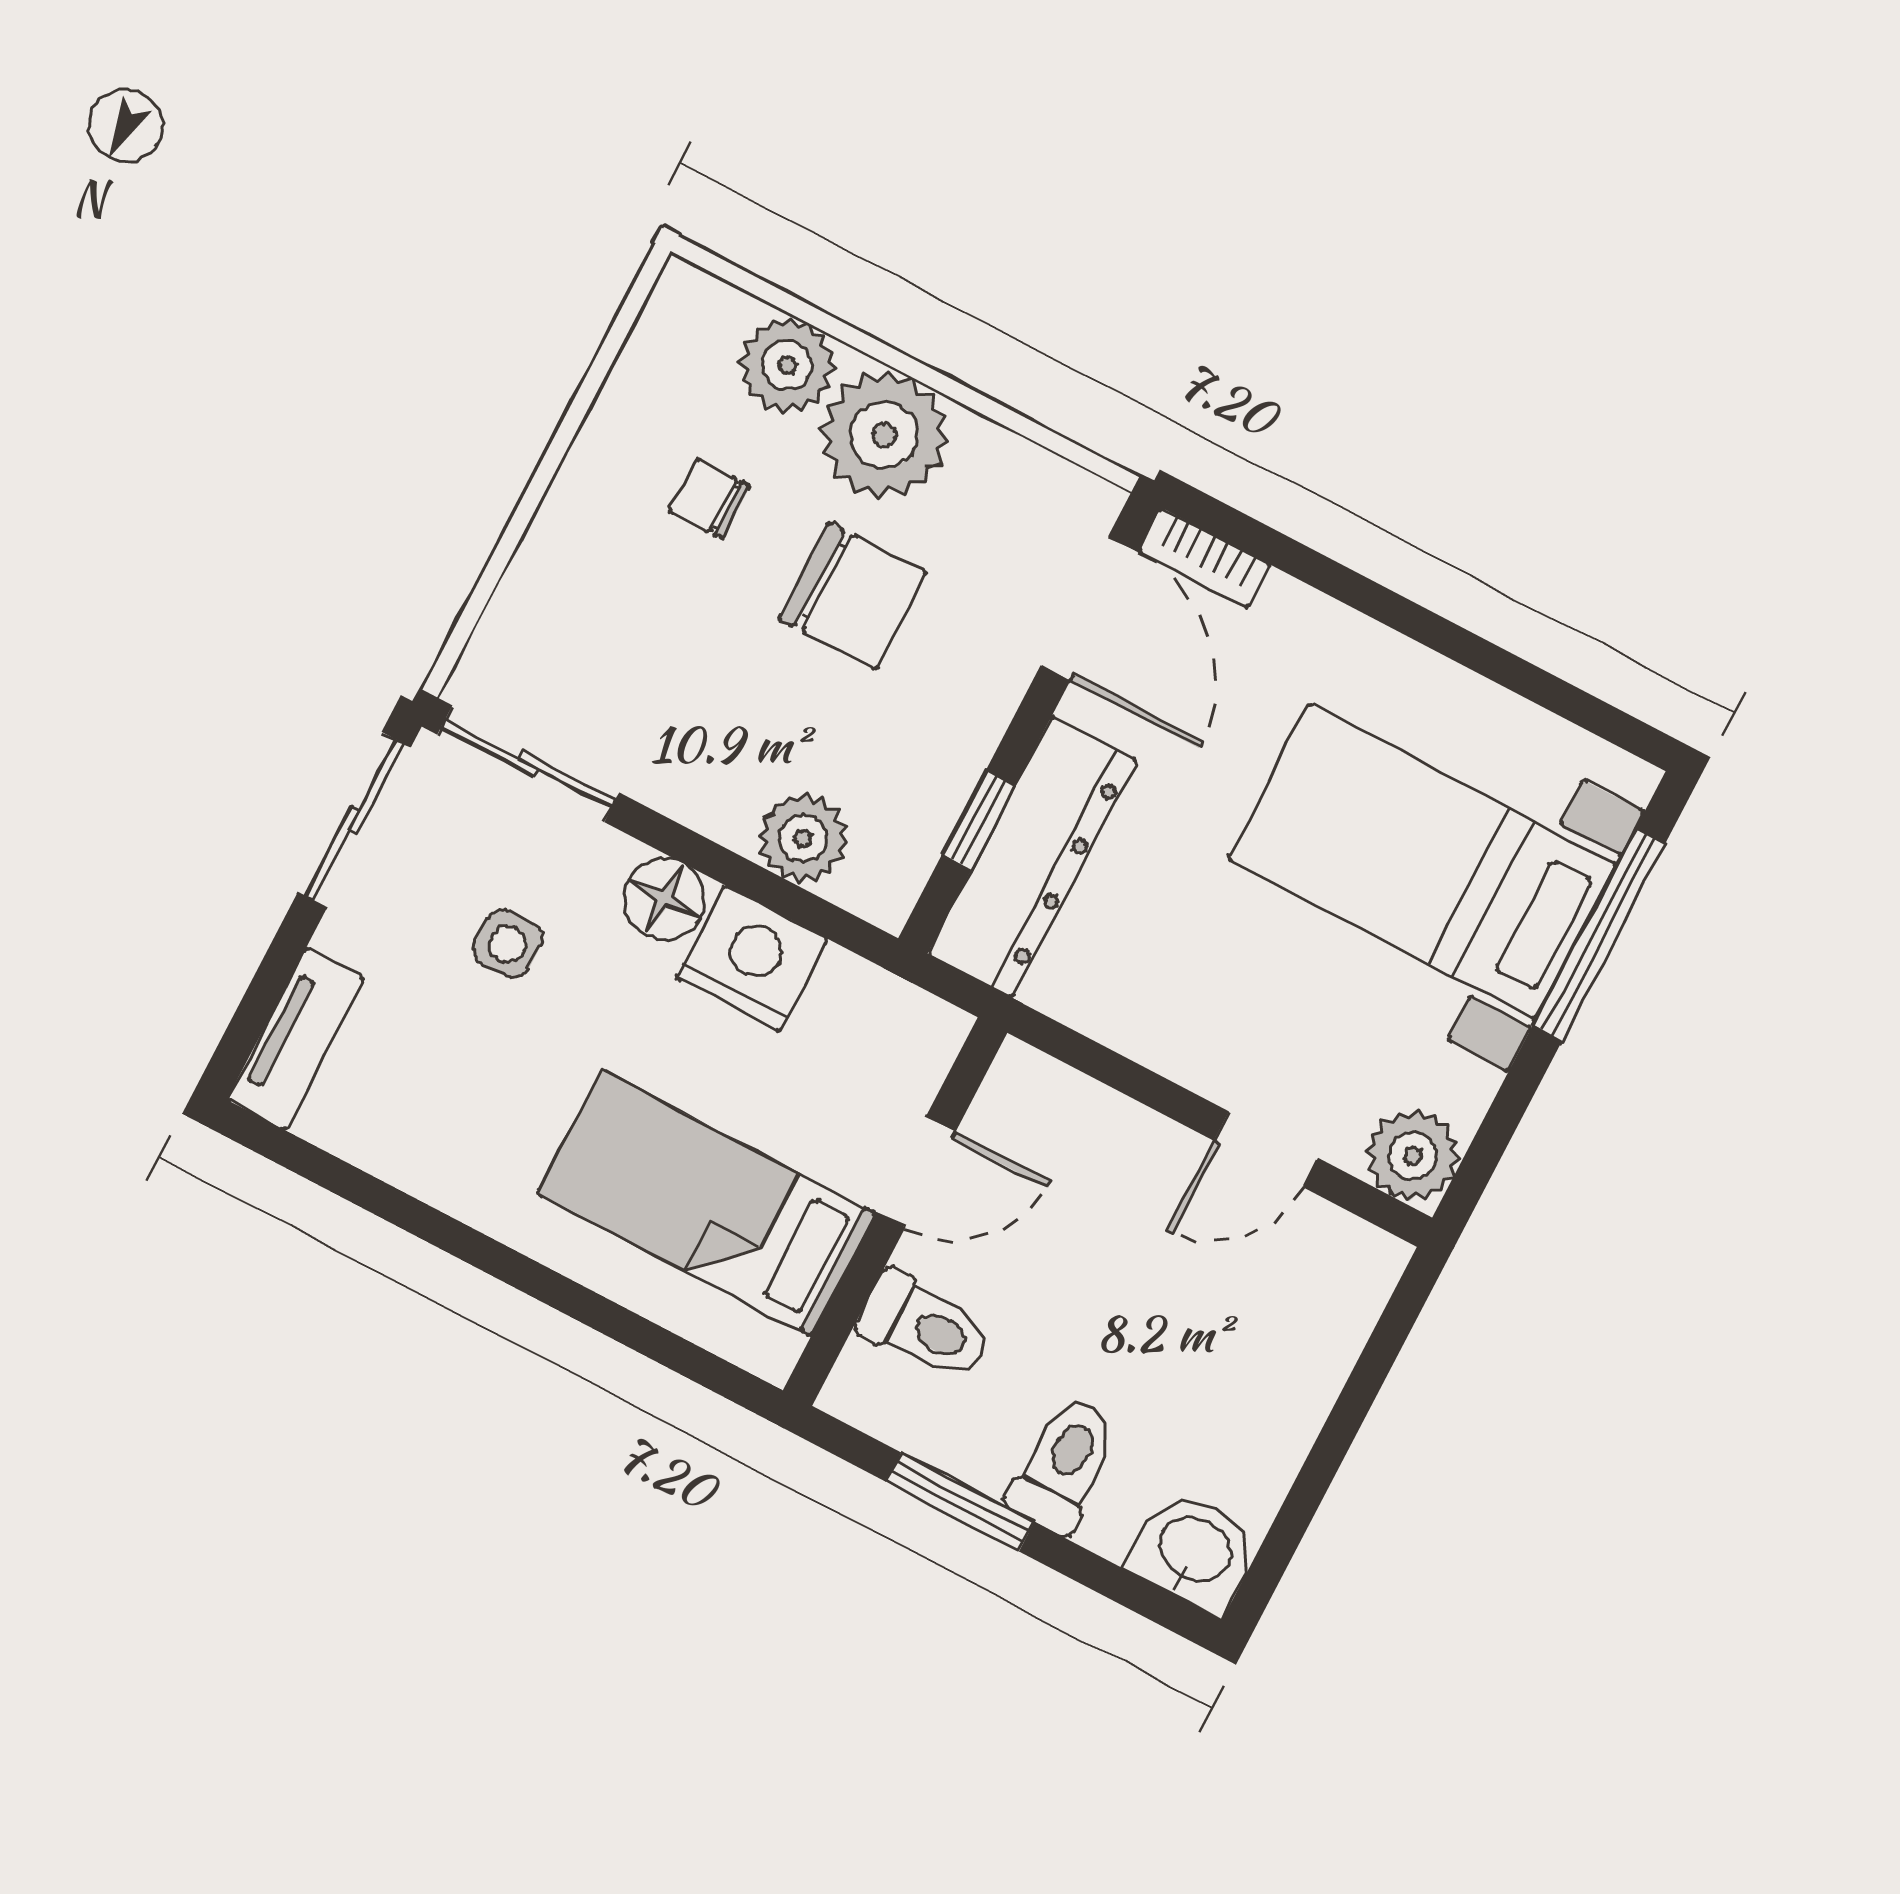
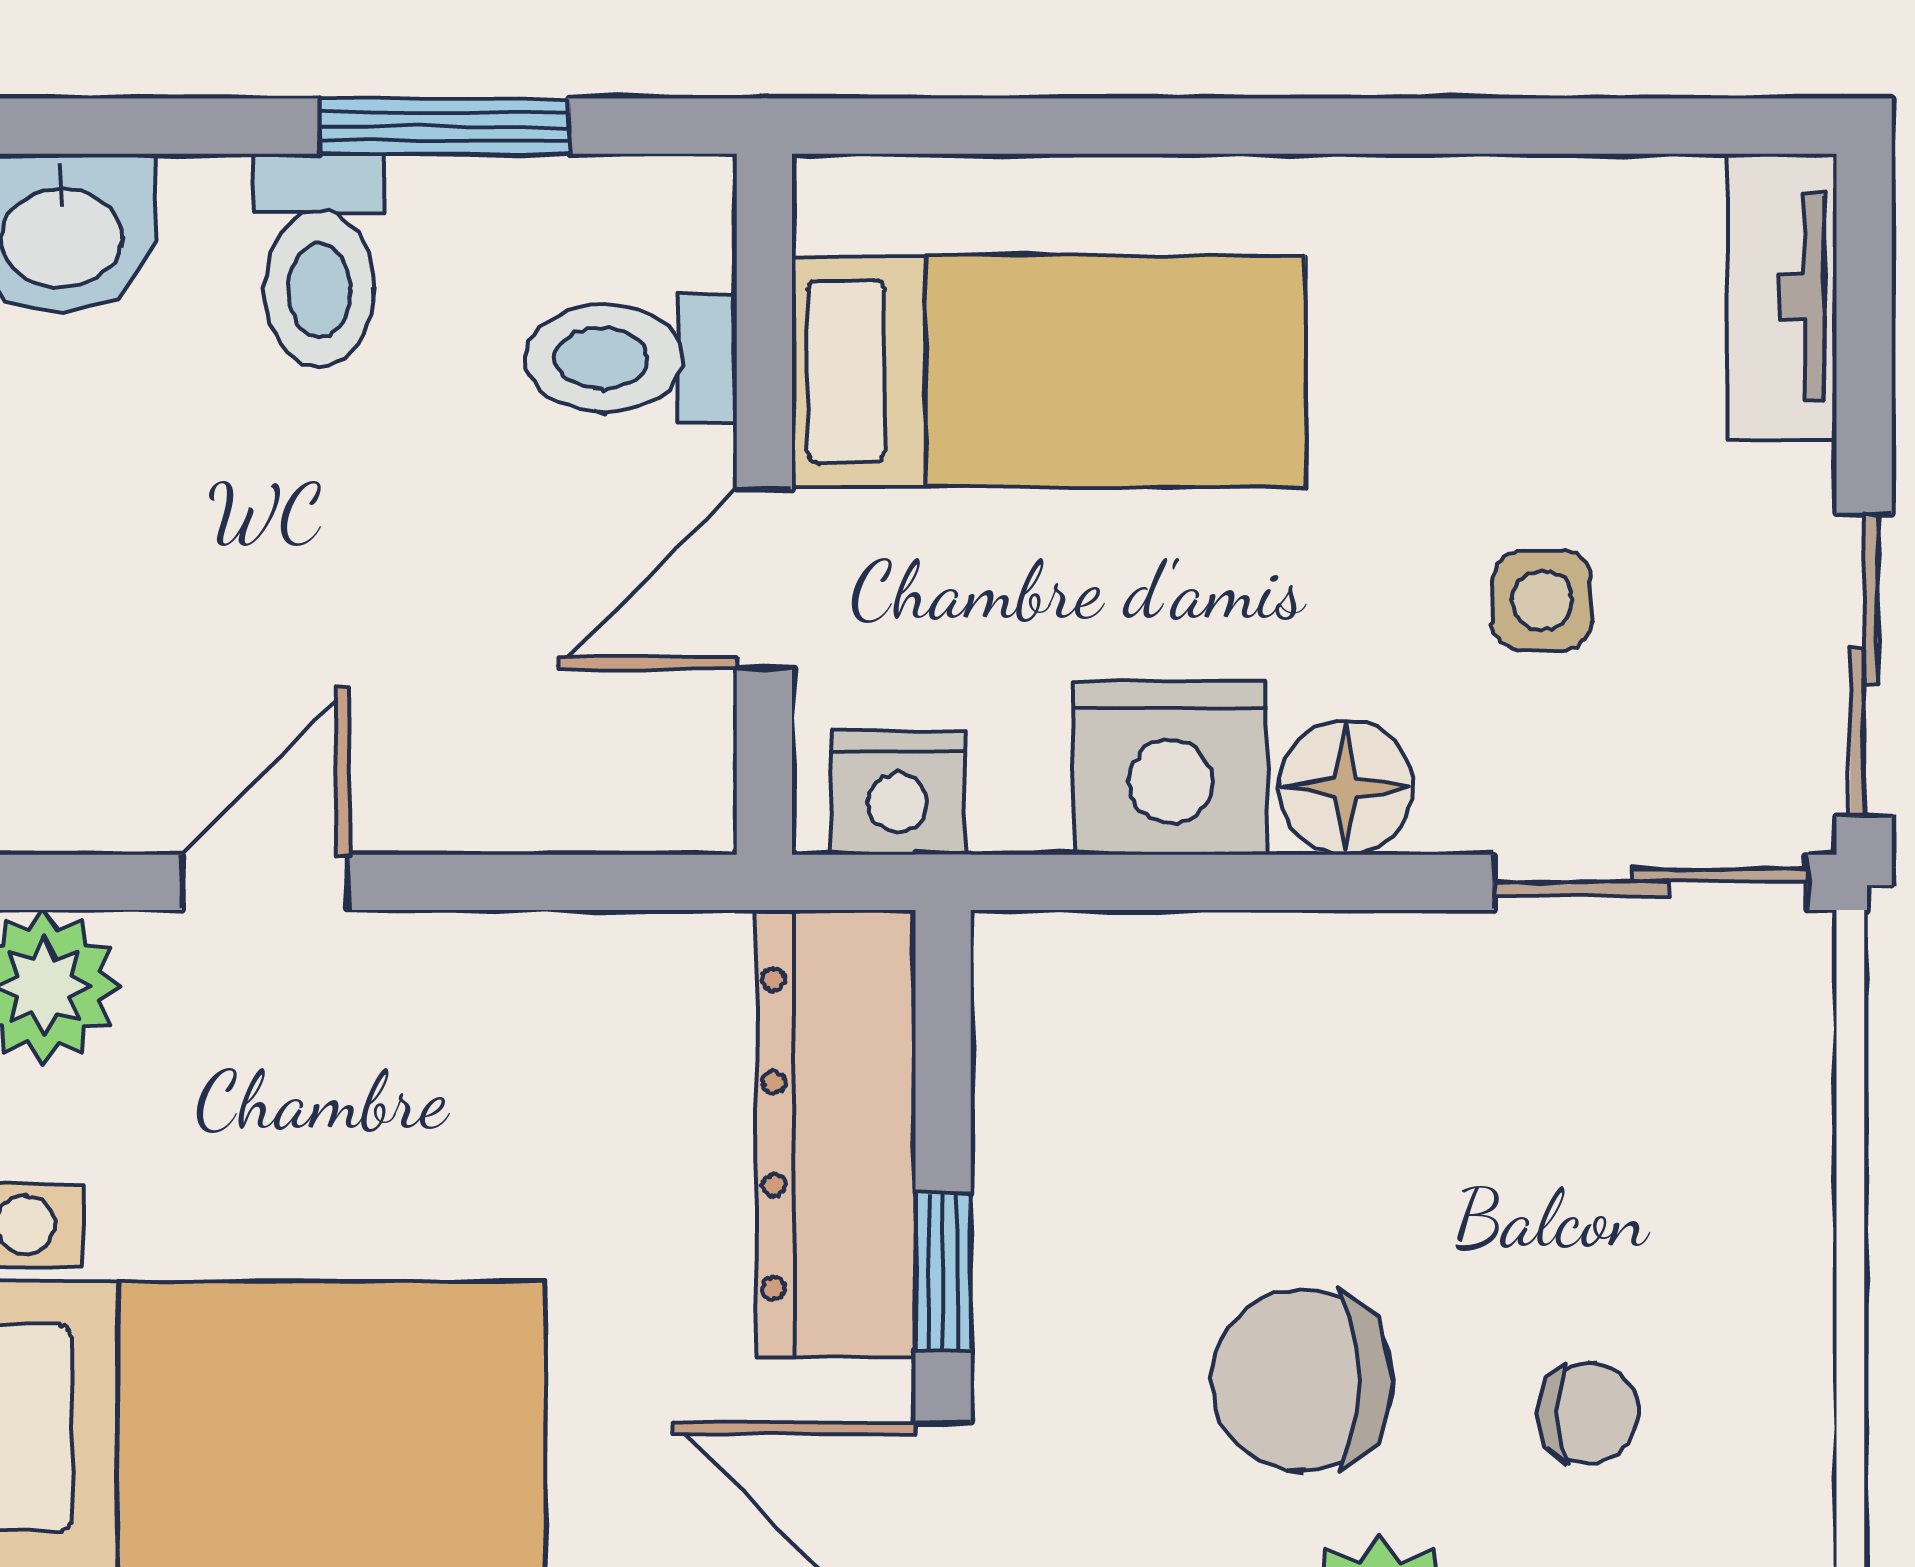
window: (979, 820) -> (943, 1272), moved
plant: (803, 838) -> (1188, 984), removed
nightstand: (905, 1021) -> (897, 793), added

